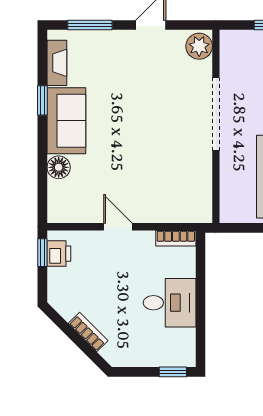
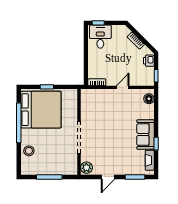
floor lamp: (59, 167) -> (149, 99), moved
door: (118, 227) -> (123, 87), swing flipped
printer: (59, 254) -> (149, 61), moved
desk: (170, 303) -> (100, 37), moved, turned 90

